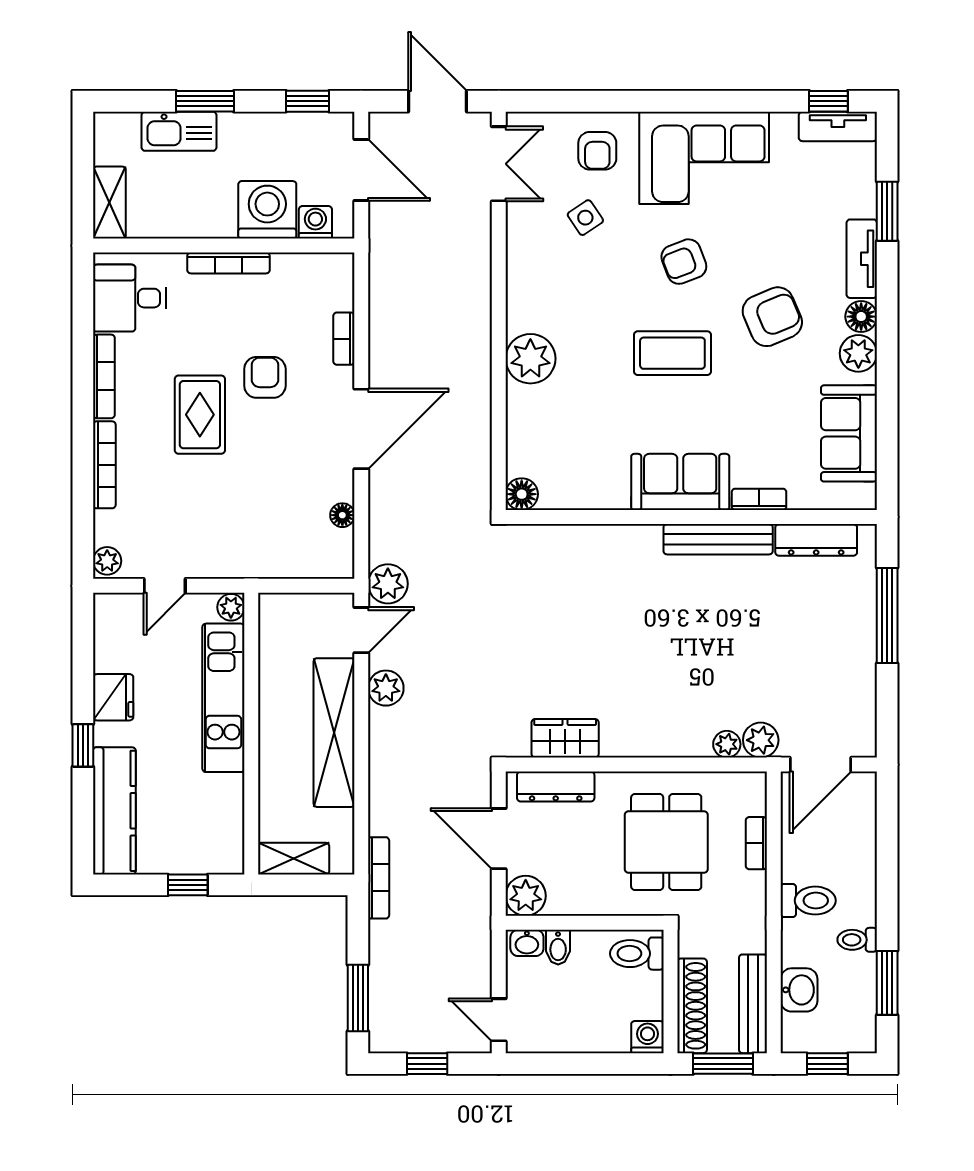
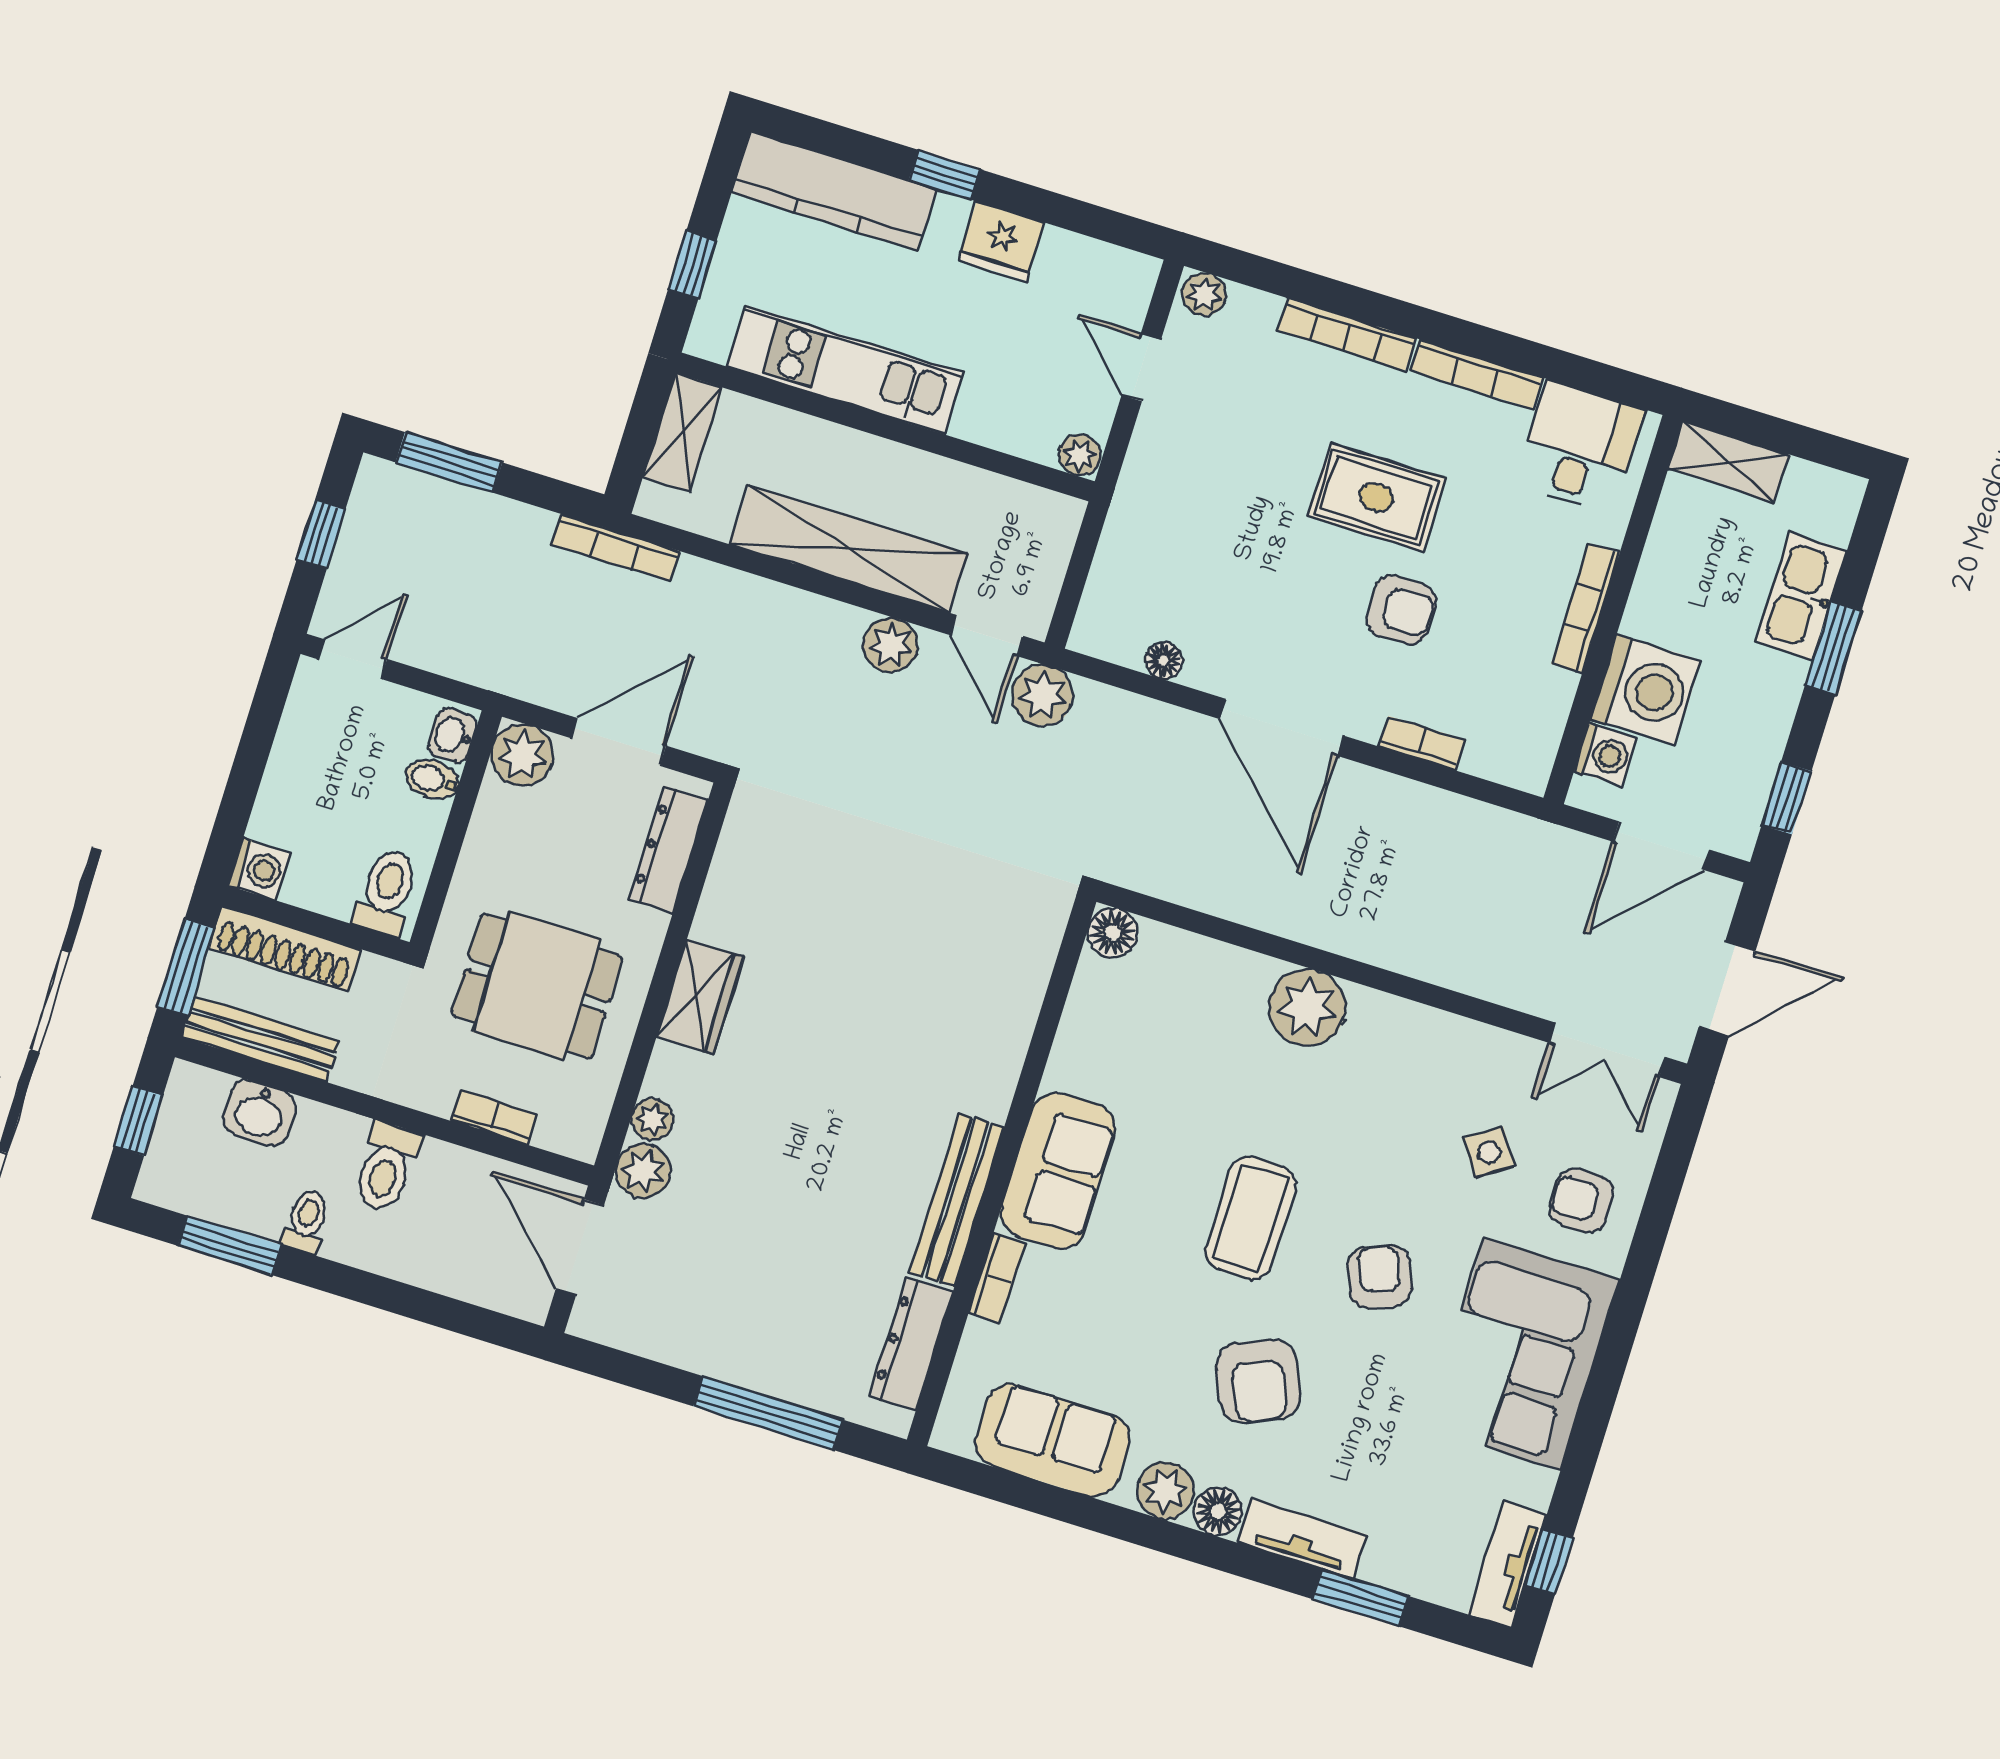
kitchen unit: (223, 698) -> (845, 370), moved
wardrobe: (565, 738) -> (700, 997), moved

